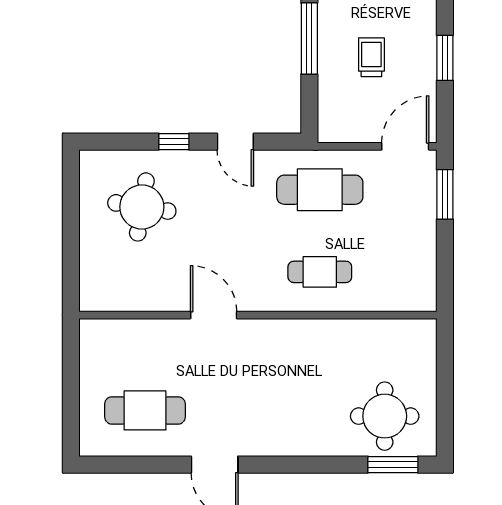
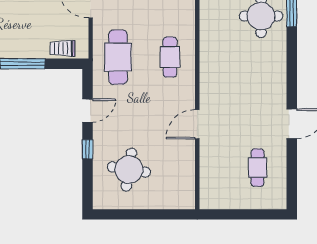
trolley: (371, 57) -> (63, 48), moved
cafe table: (145, 410) -> (258, 168), width x0.73, depth x0.74

